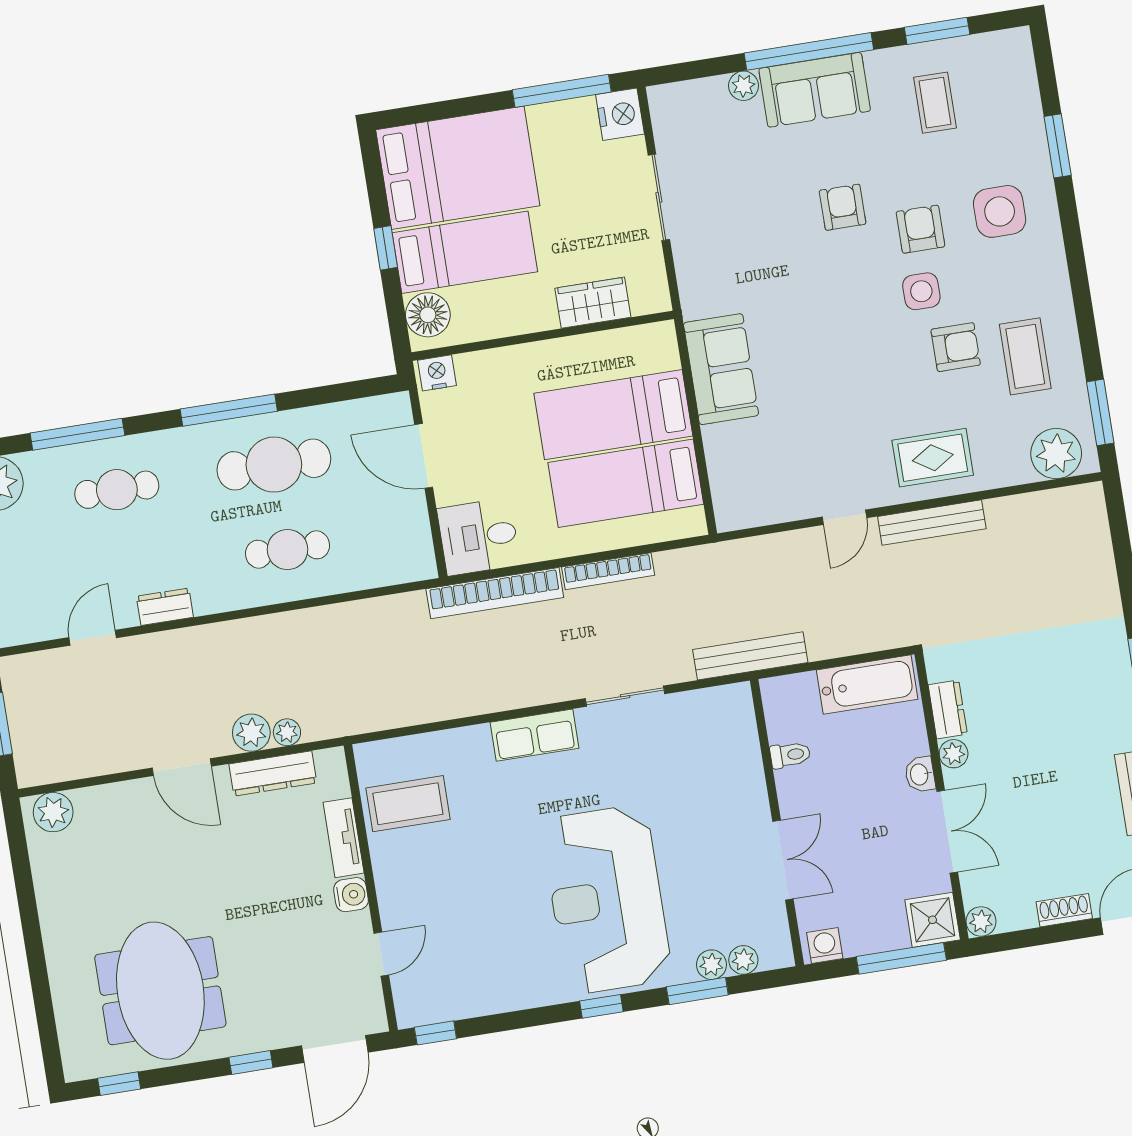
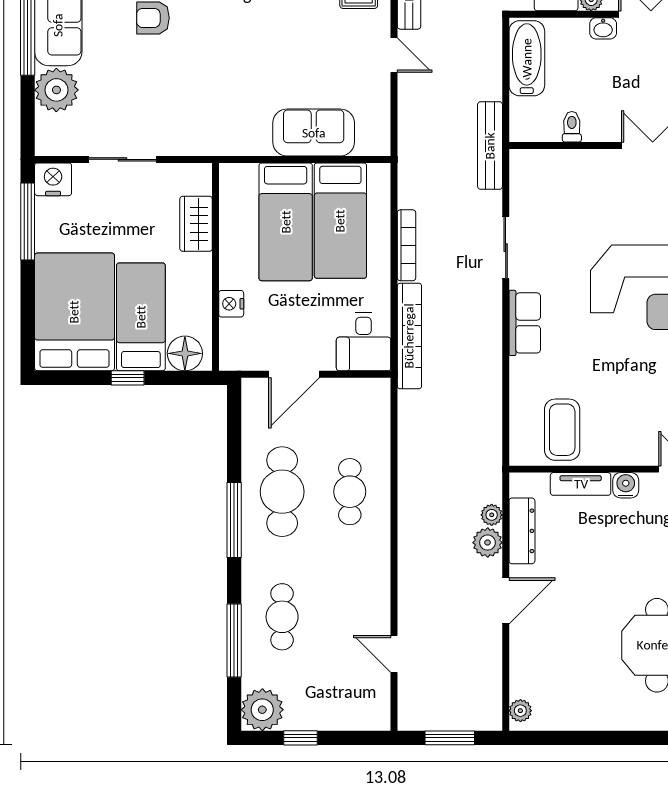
plant: (744, 86) -> (56, 90), width x1.87, depth x1.87
sofa: (721, 369) -> (314, 133), moved
nightstand: (437, 373) -> (231, 304), moved
dresser: (165, 607) -> (379, 594), removed
plant: (53, 812) -> (520, 711), width x0.73, depth x0.73

